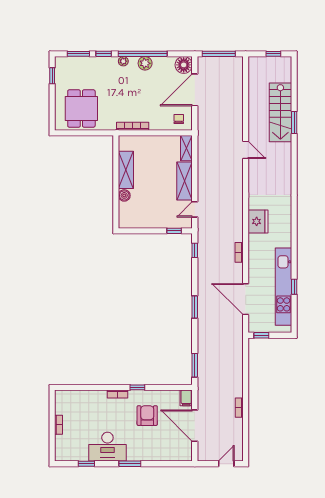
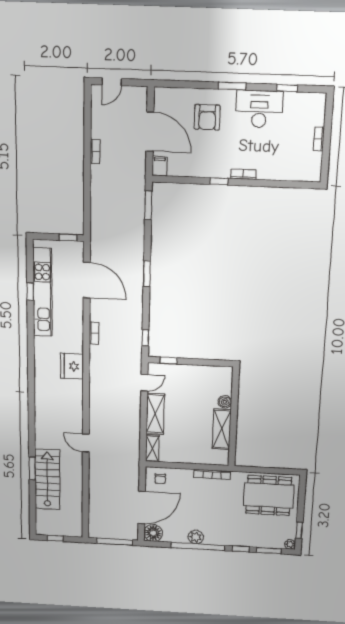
plant: (123, 61) -> (290, 544), moved
dining table: (81, 109) -> (269, 496), width x1.38
armchair: (147, 416) -> (207, 117), moved

